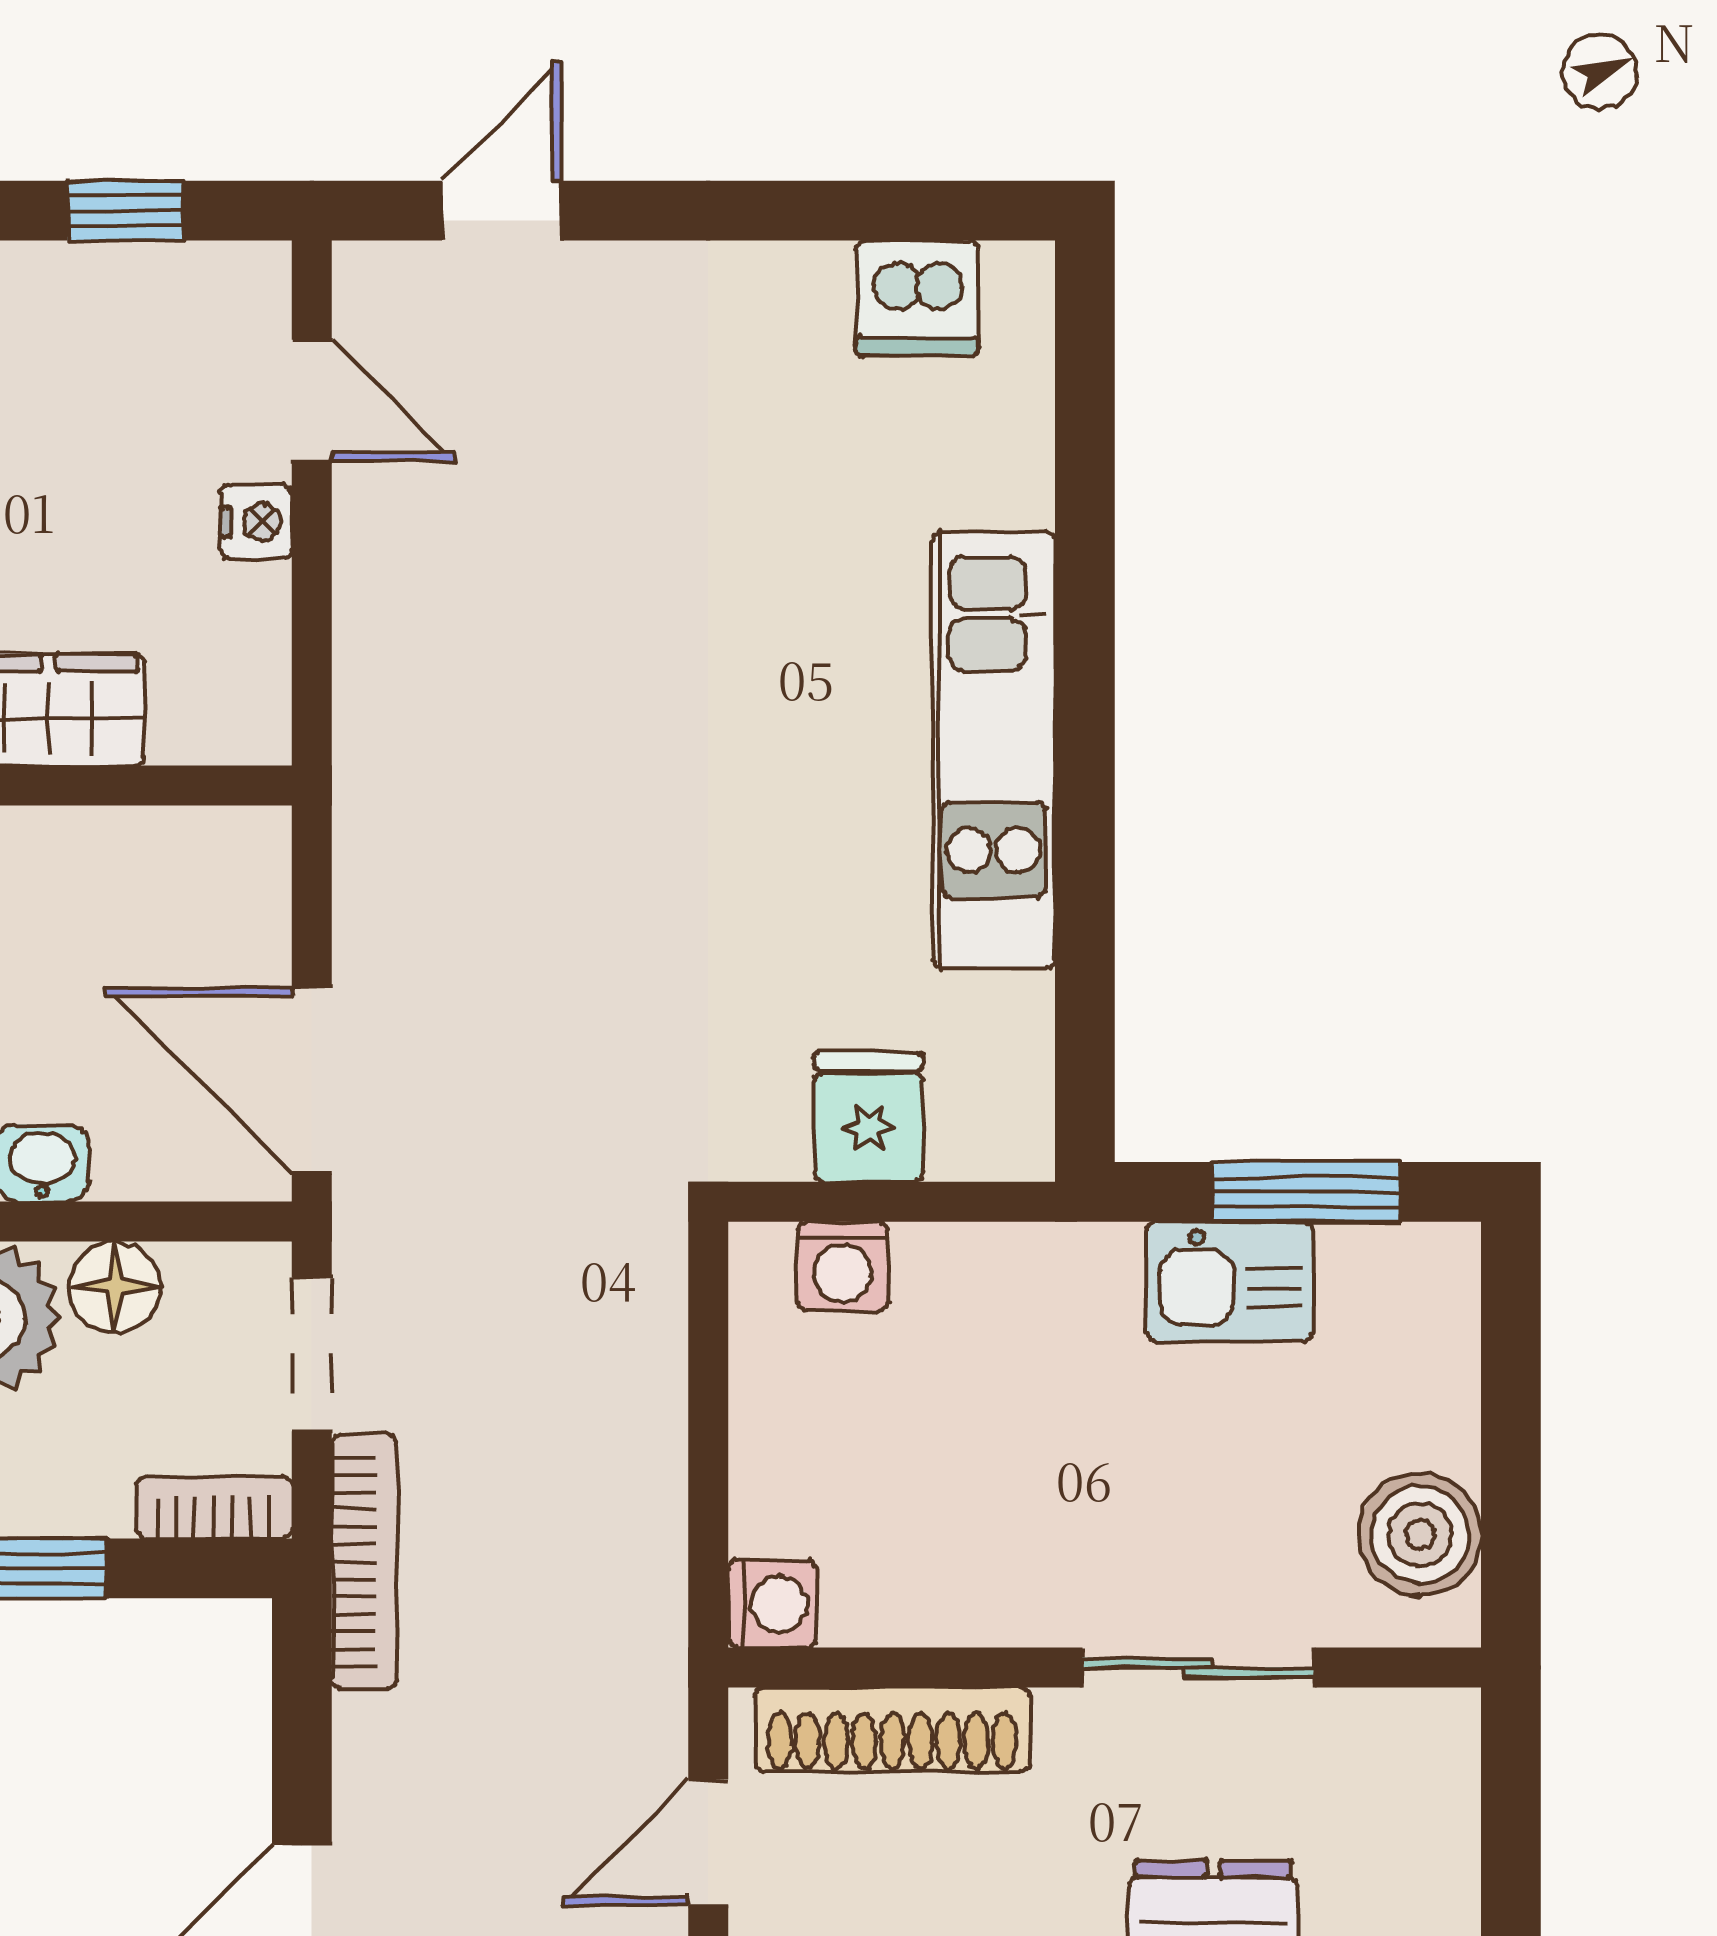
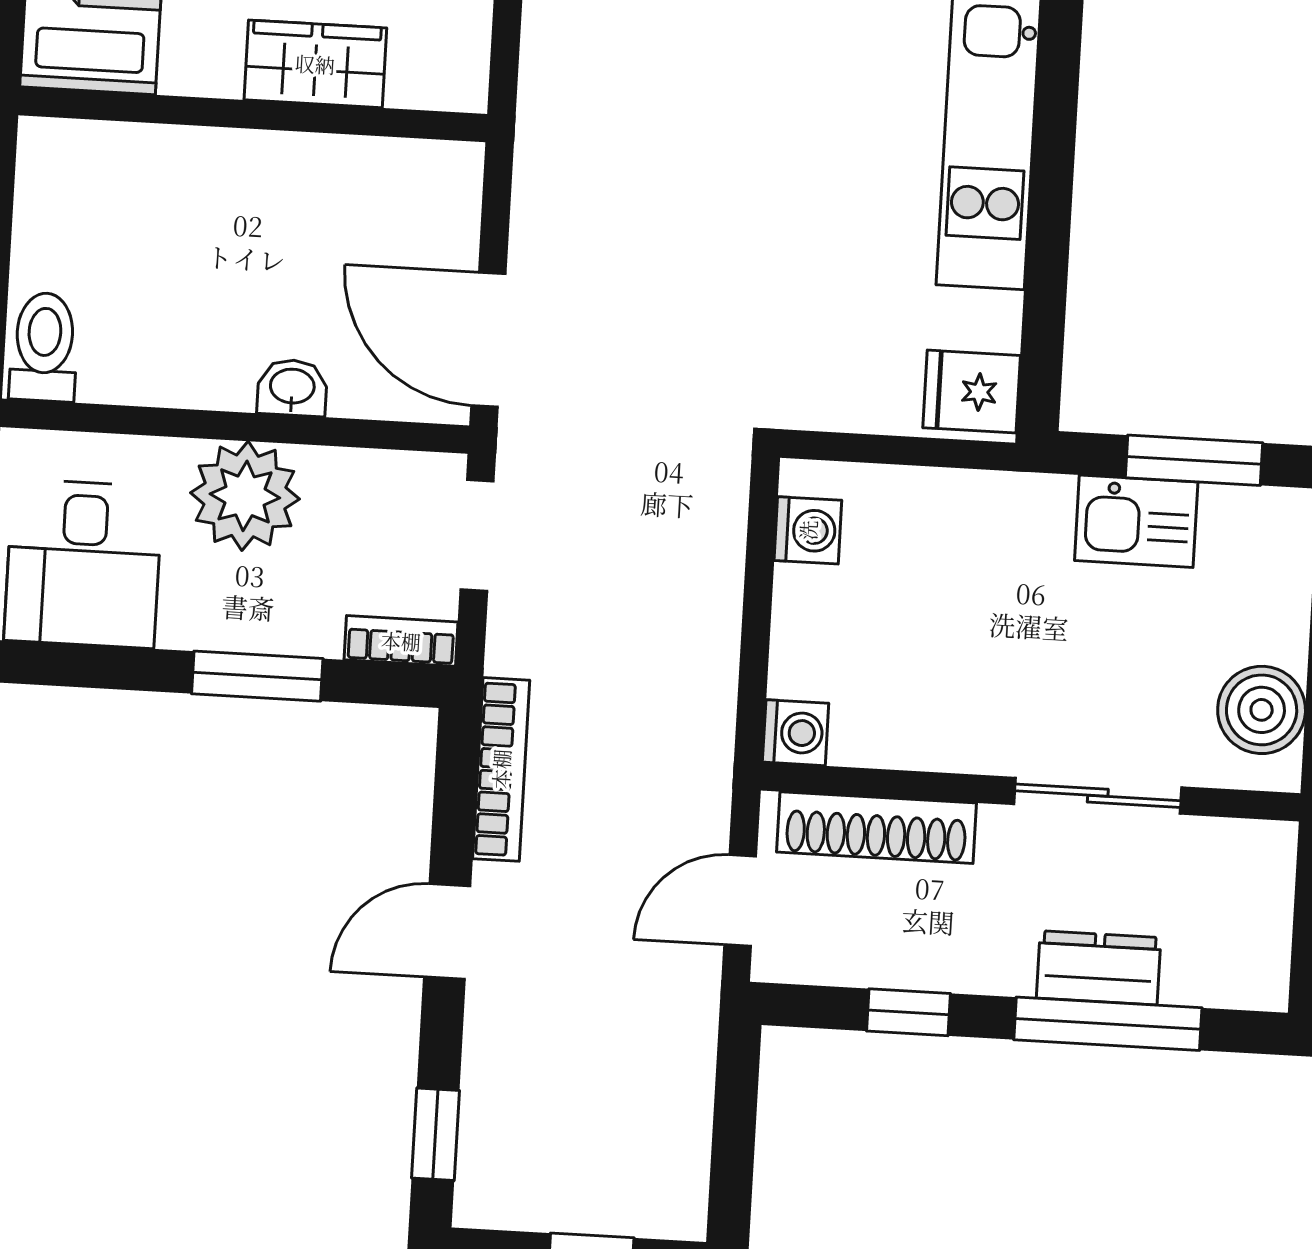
fridge: (869, 1117) -> (972, 392), moved, turned -90
washing machine: (843, 1266) -> (808, 530), moved, turned -90
floor lamp: (115, 1287) -> (339, 479), removed
bookcase: (364, 1562) -> (501, 769), moved

